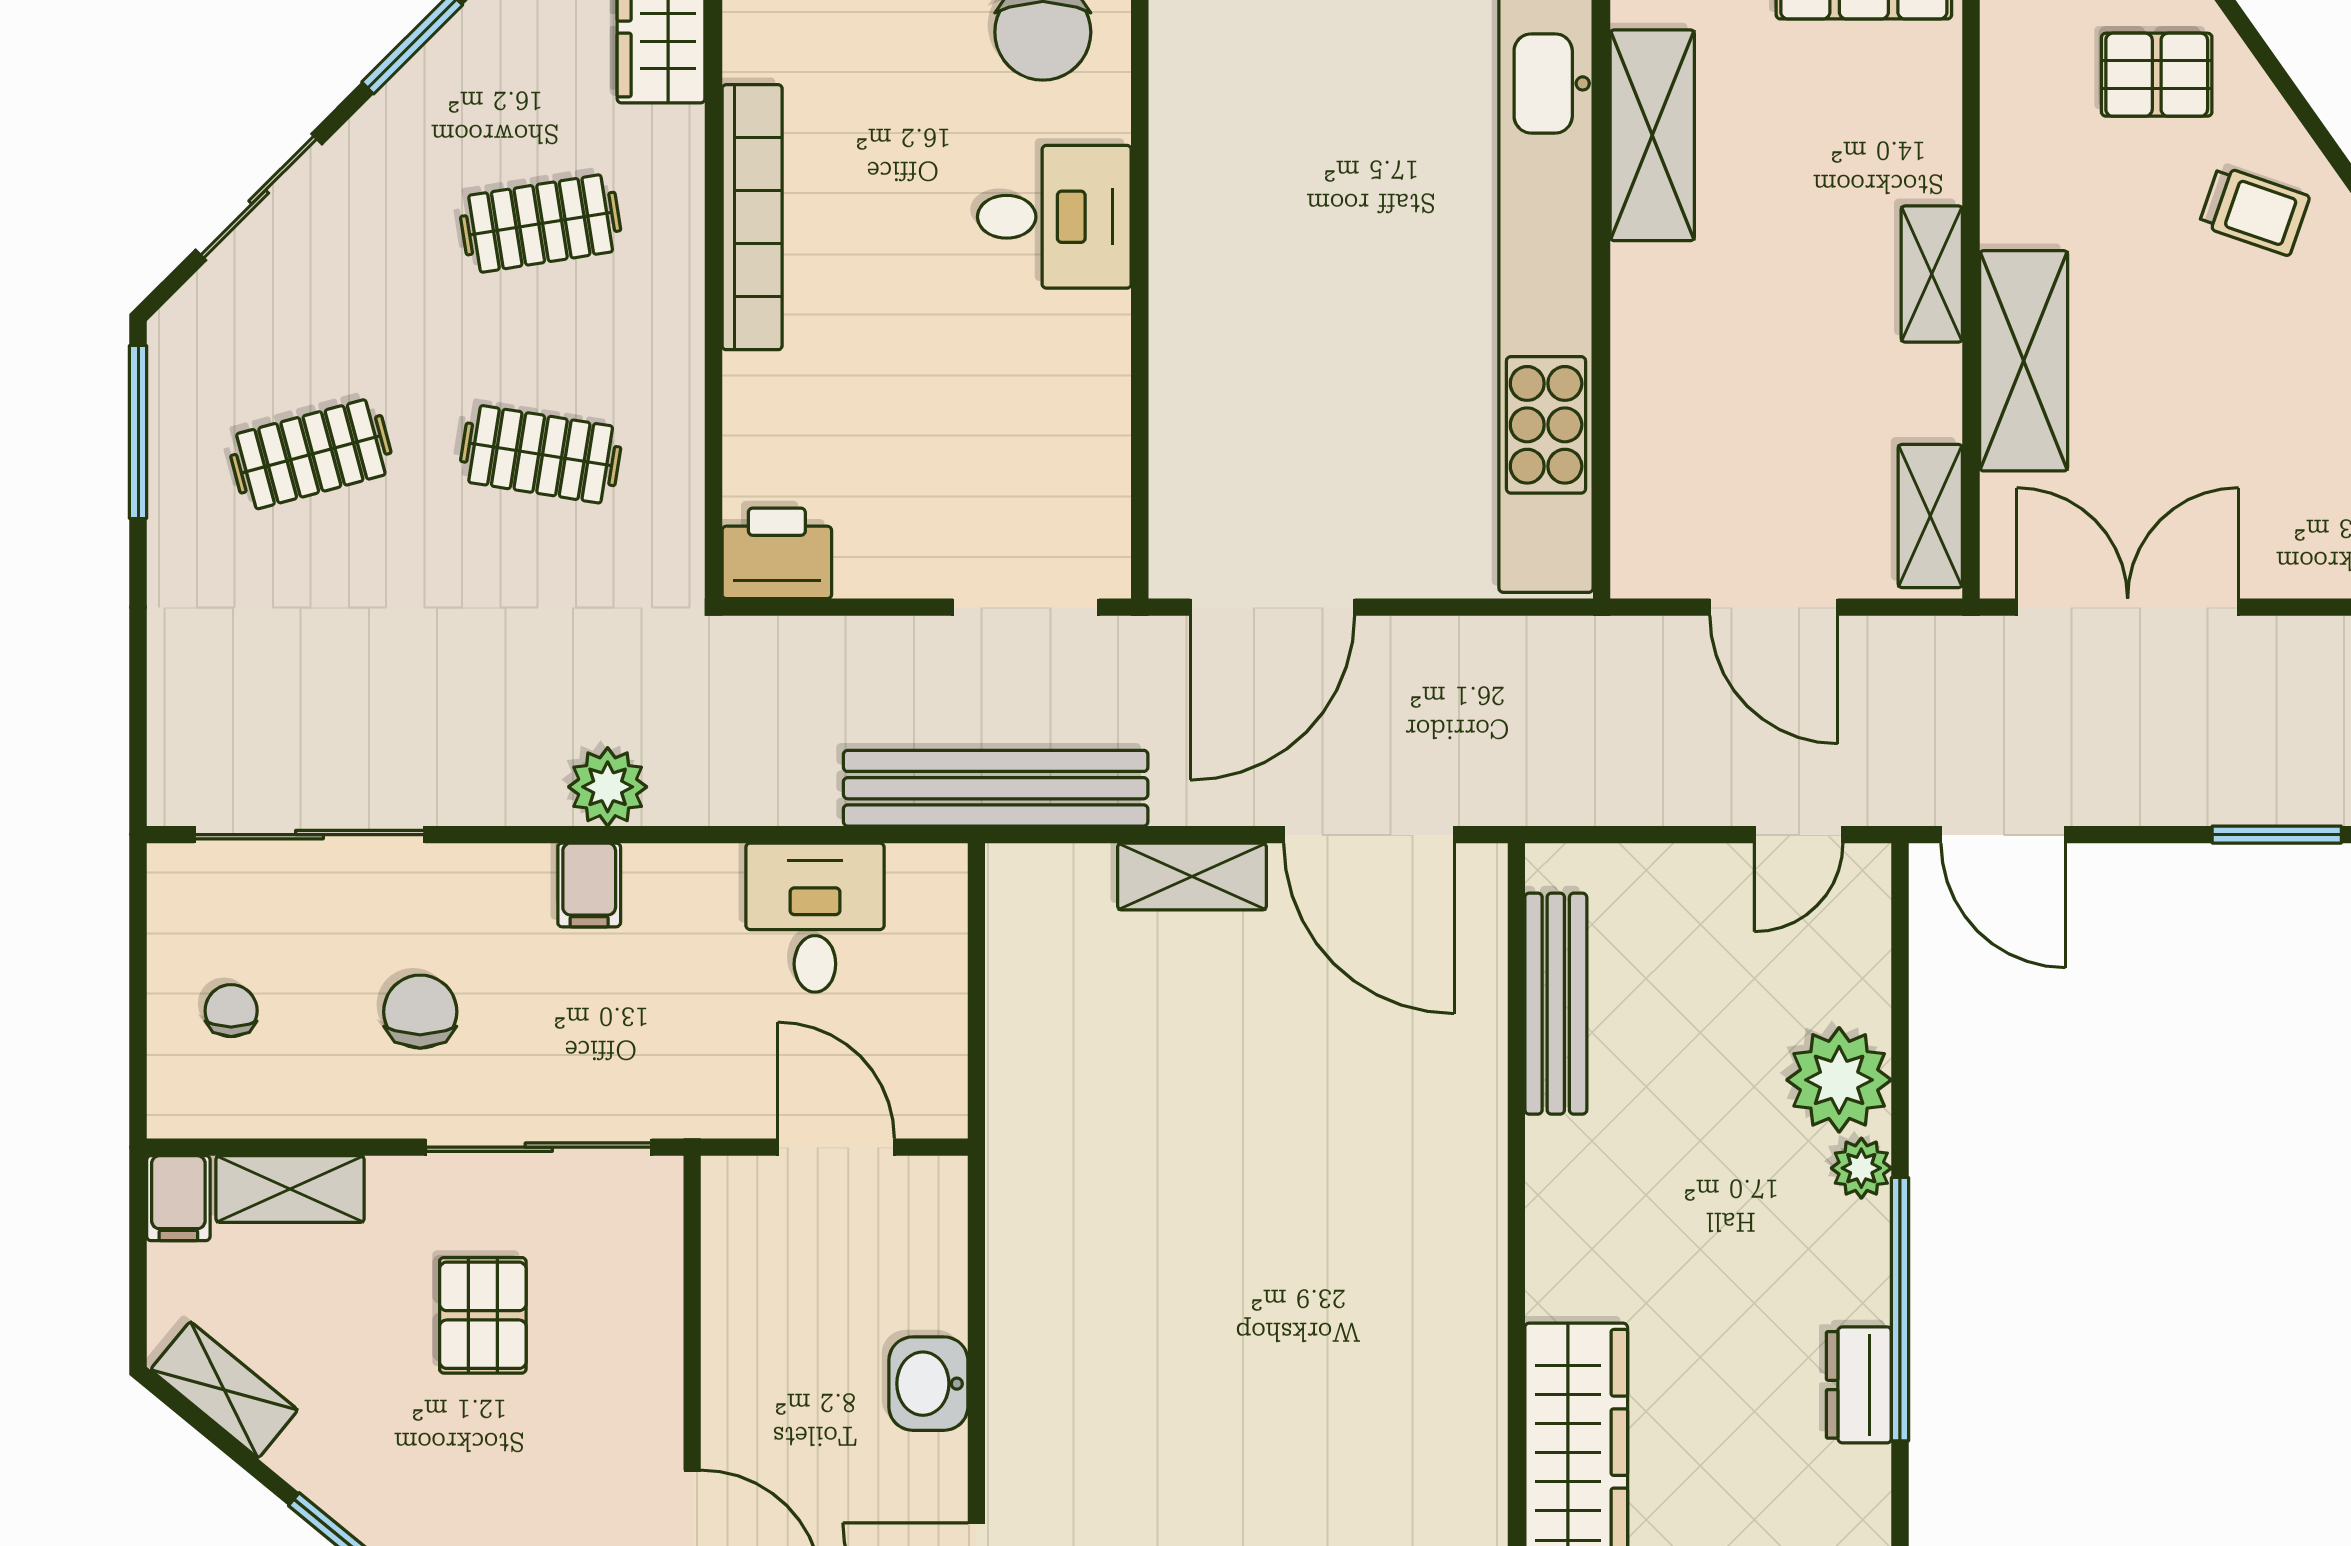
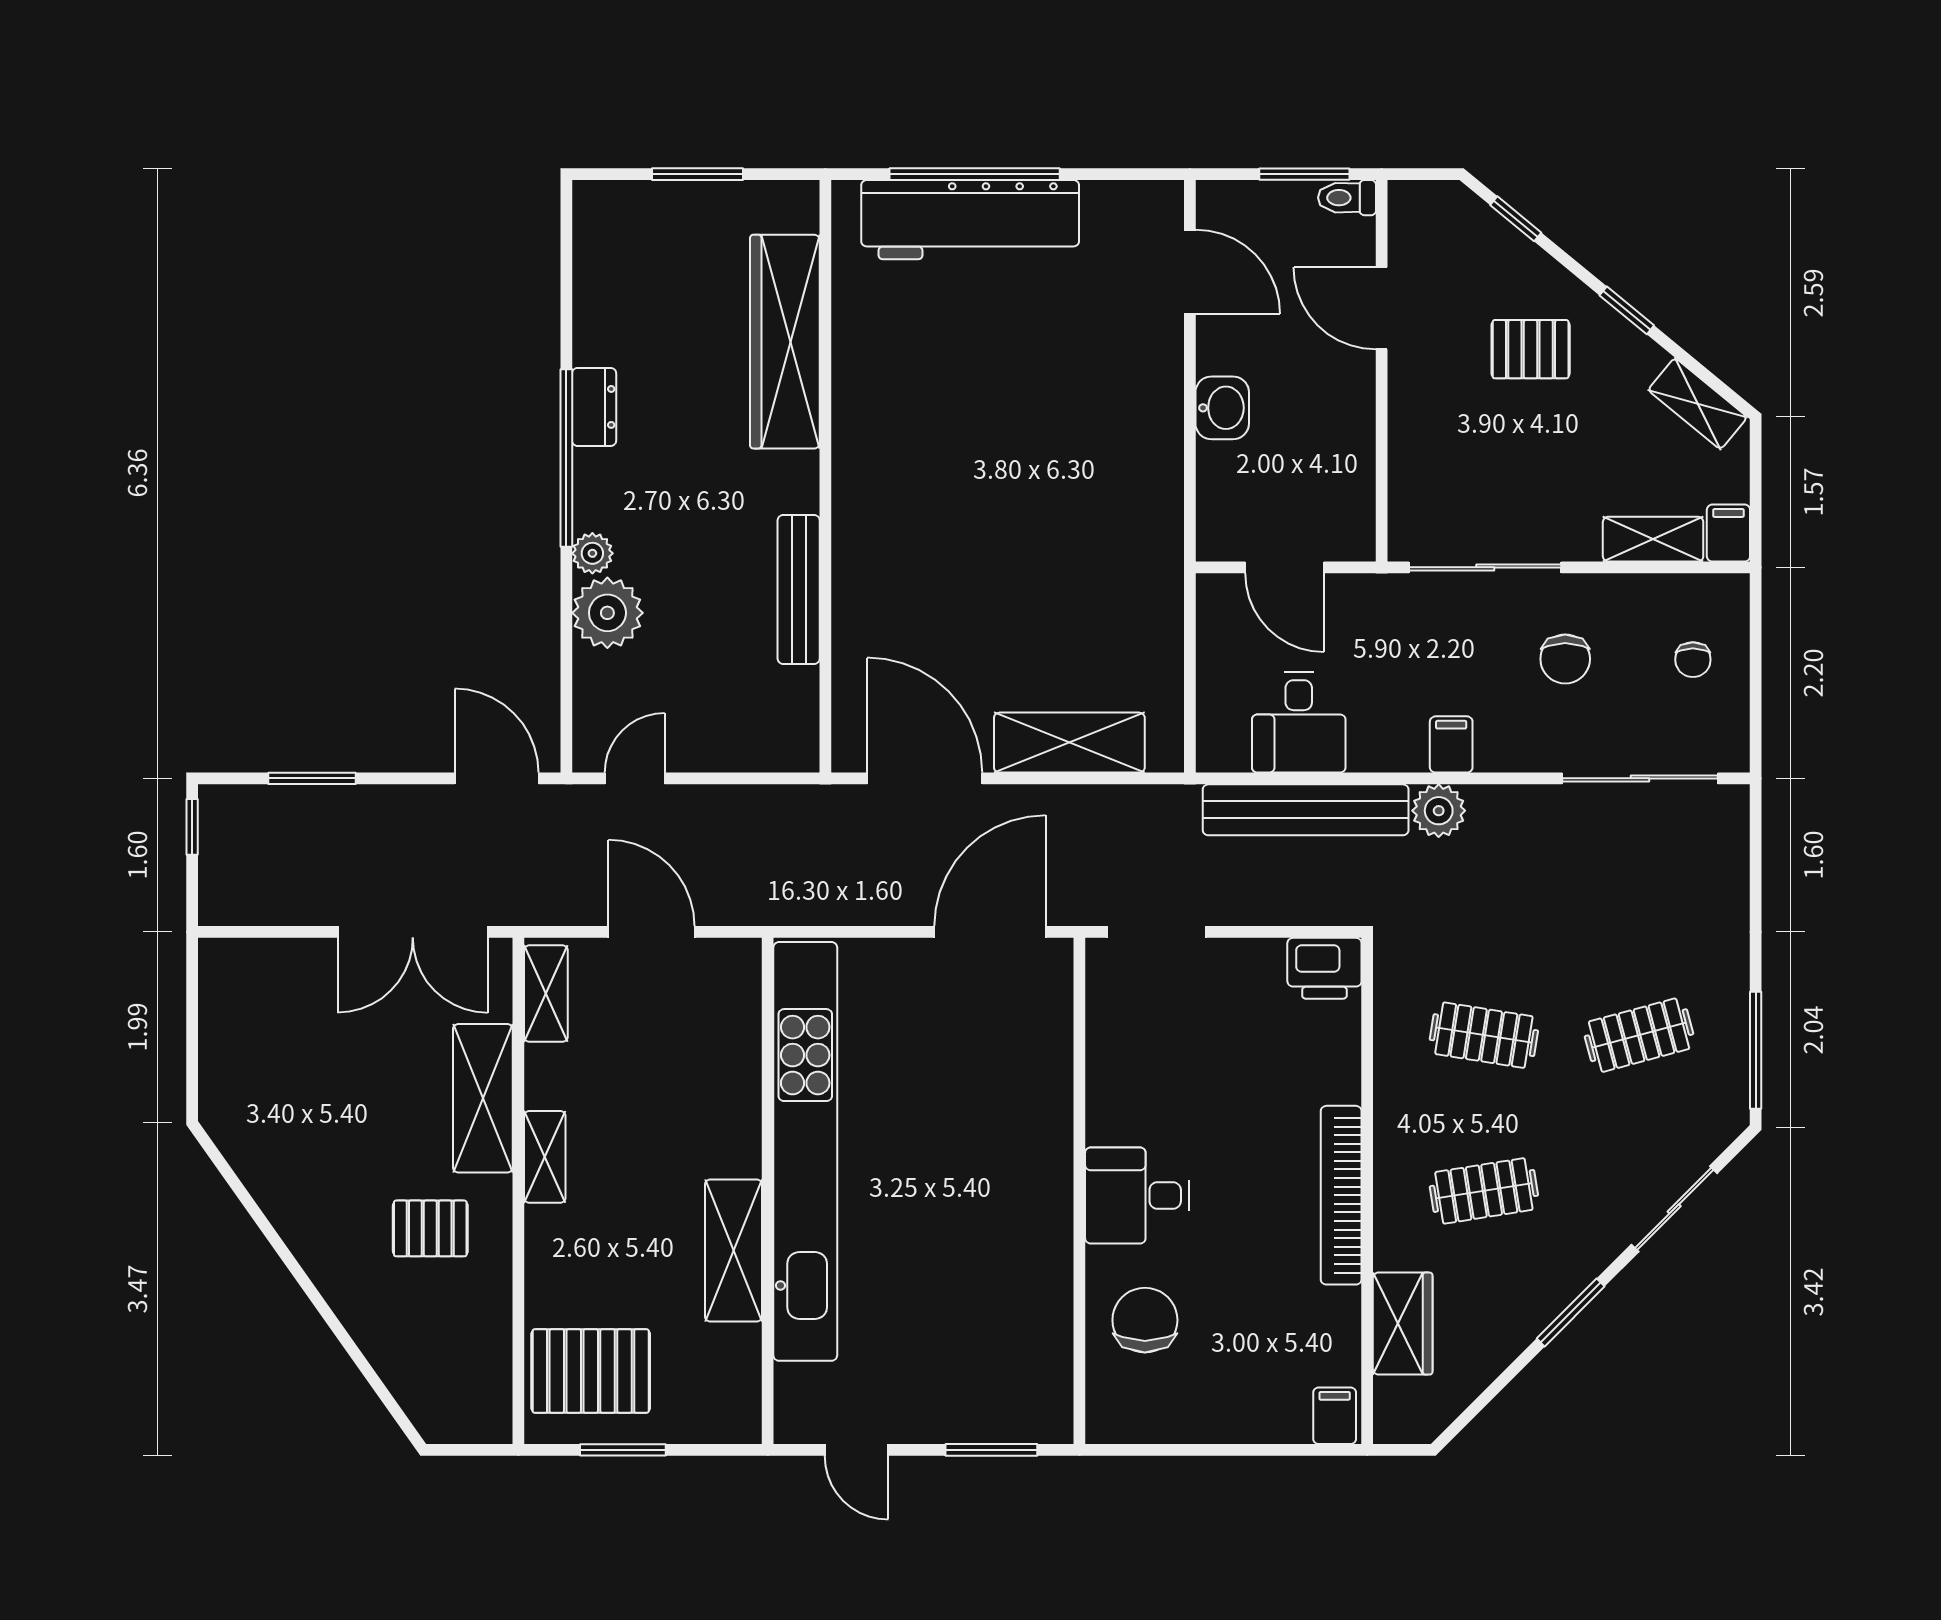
pallet: (2157, 75) -> (430, 1228), moved
trolley: (2254, 211) -> (327, 1200), removed
bench: (996, 788) -> (1306, 810), moved
shelving: (1192, 877) -> (1069, 743), width x1.50, depth x1.33
bench: (1556, 1004) -> (799, 589), moved
pallet: (483, 1315) -> (1531, 349), moved, turned 90

